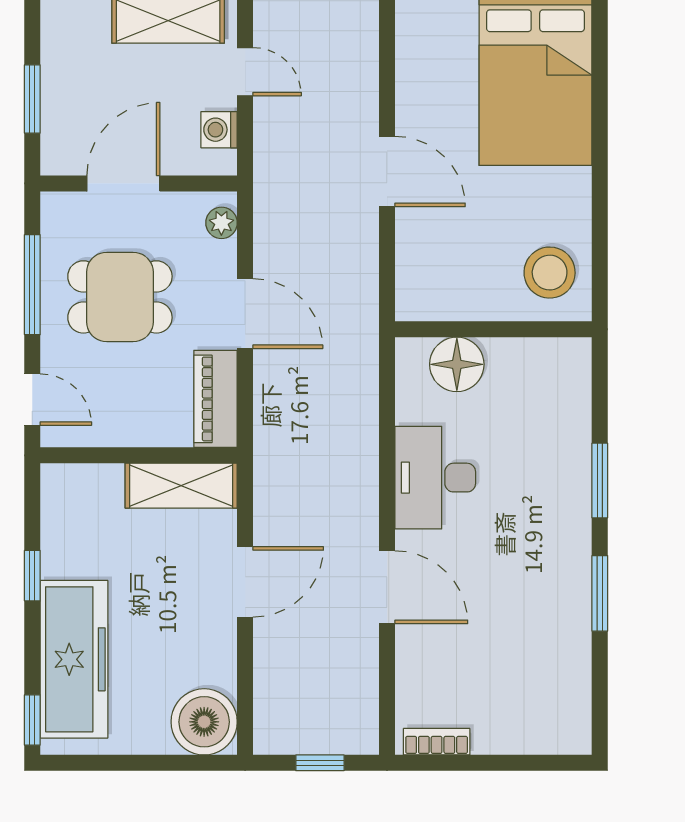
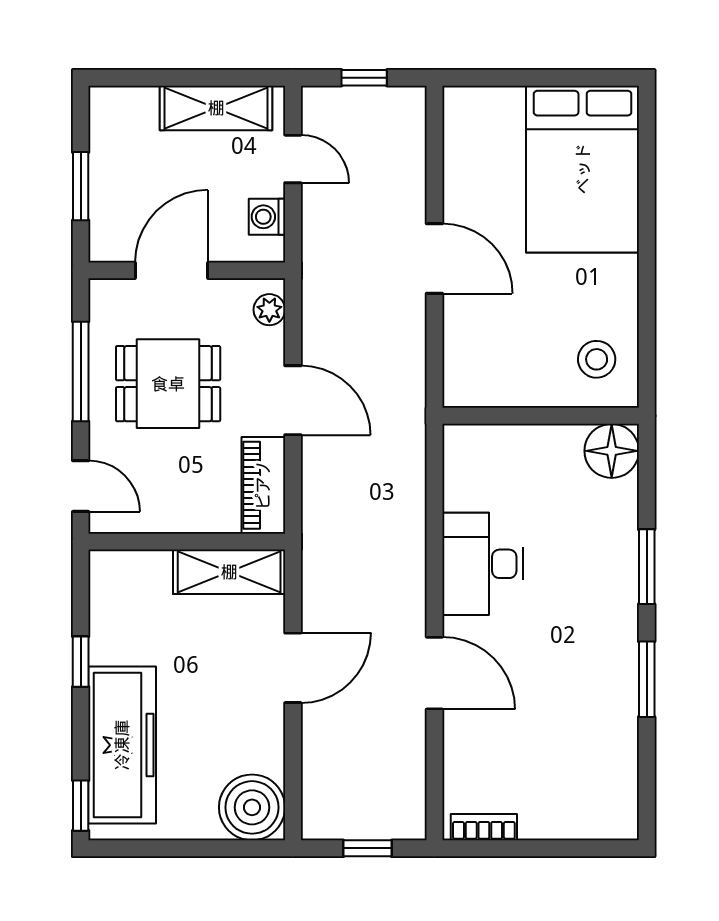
stool: (550, 273) -> (597, 359), width x0.73, depth x0.73
floor lamp: (457, 364) -> (612, 451), moved

